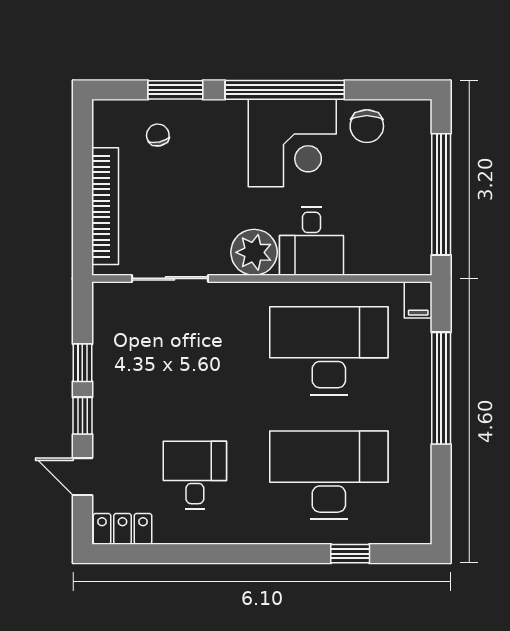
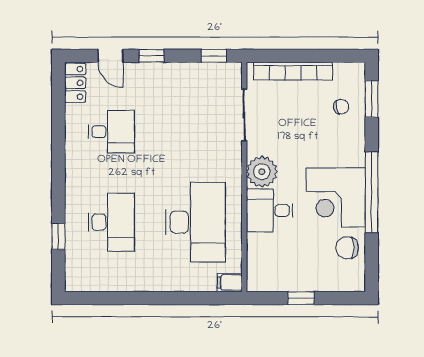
window: (175, 90) -> (372, 99), moved
window: (441, 194) -> (301, 298), width x0.32
window: (82, 363) -> (214, 56), moved
window: (441, 388) -> (170, 298), removed
desk: (329, 475) -> (111, 222), width x0.73, depth x0.77
door: (82, 477) -> (110, 56), swing flipped

